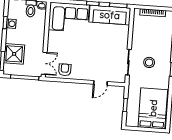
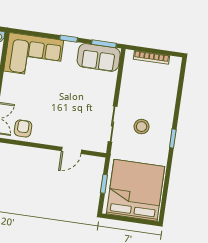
sofa: (110, 15) -> (99, 57), width x0.73
bed: (153, 108) -> (136, 190), width x1.36

